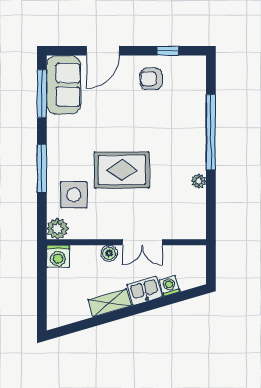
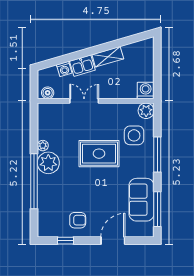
sofa: (64, 85) -> (141, 200), moved
plant: (191, 157) -> (48, 163), added
boiler: (109, 253) -> (48, 93), moved

